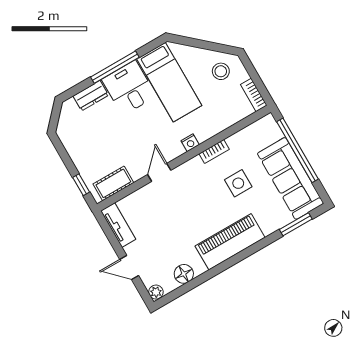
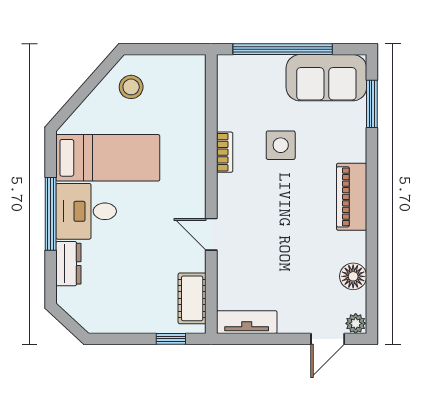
bookcase: (254, 95) -> (184, 63), removed
nightstand: (190, 143) -> (197, 175), removed
sofa: (290, 178) -> (326, 78), width x0.73
piano: (230, 242) -> (352, 197), width x0.73, depth x0.75
door: (129, 268) -> (328, 339), moved

